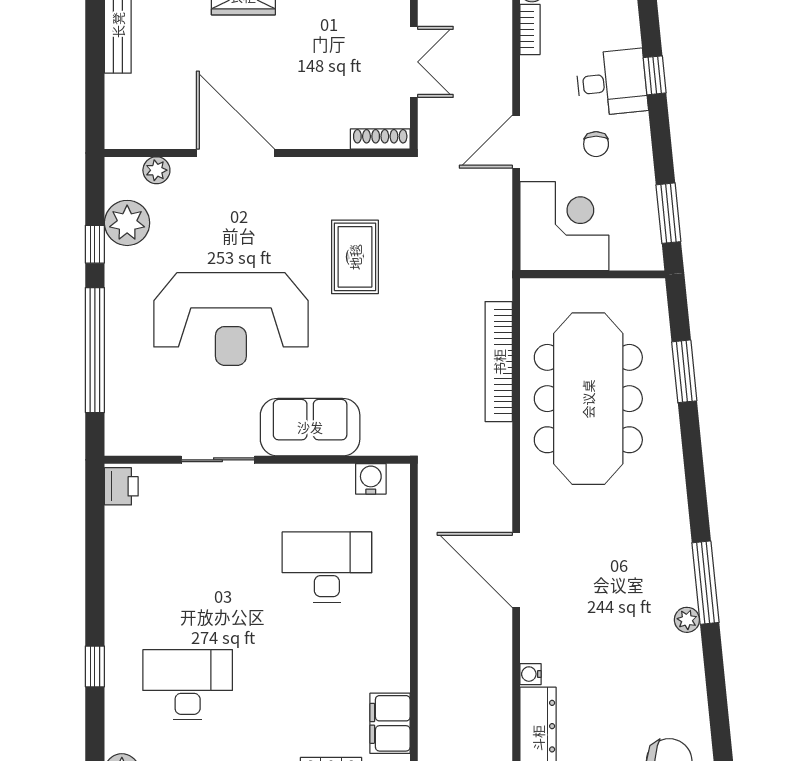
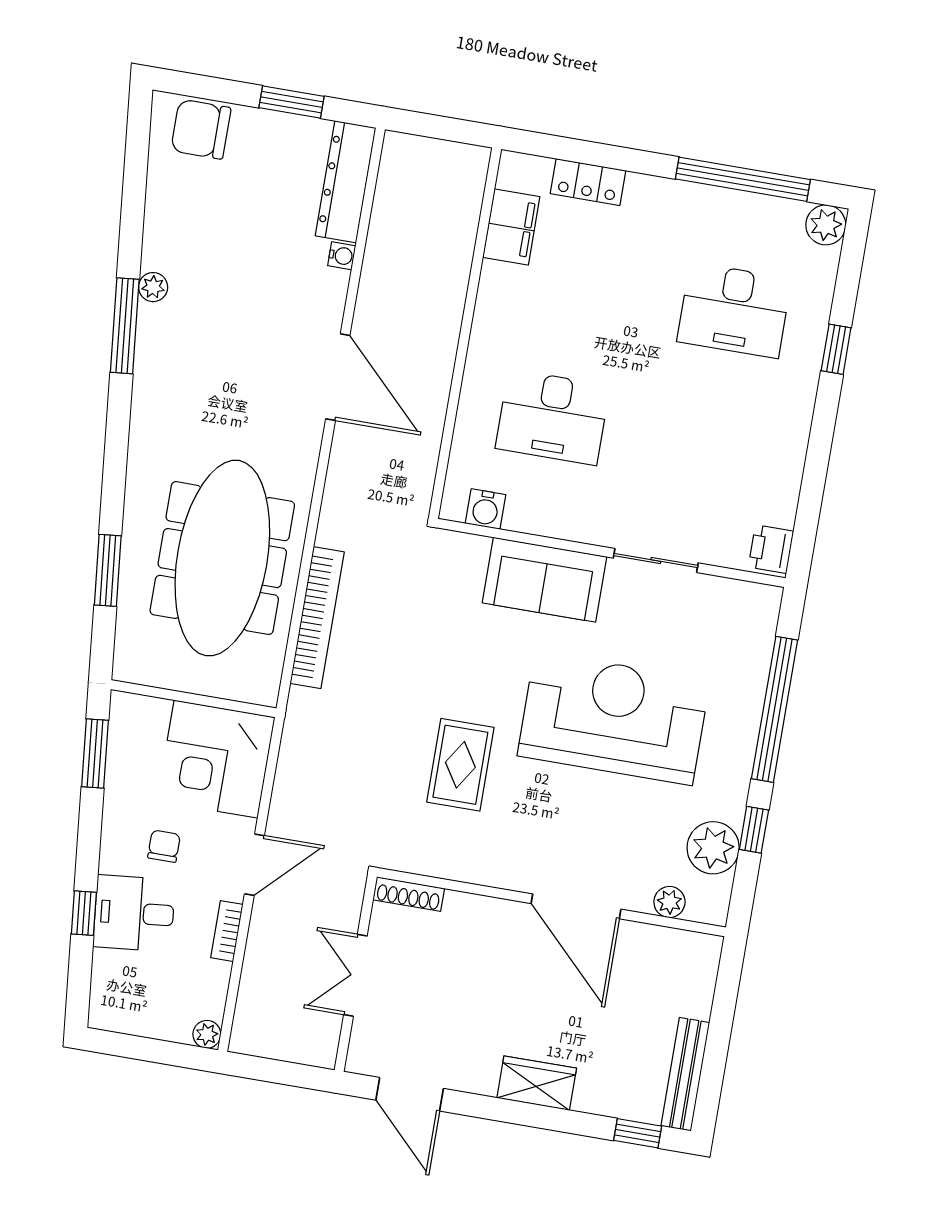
bookcase: (530, 29) -> (227, 931), moved

